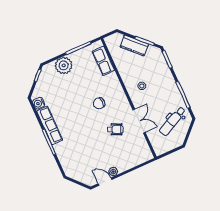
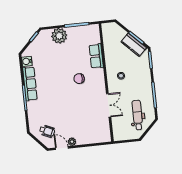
kitchen counter: (134, 45) -> (134, 45), moved
row of seats: (103, 61) -> (96, 56), moved
dental chair: (172, 121) -> (137, 115), turned 116
wheelchair: (115, 129) -> (47, 131), moved

